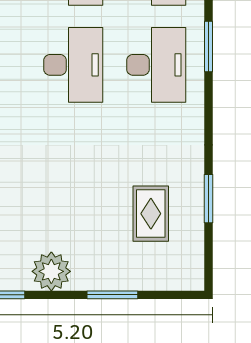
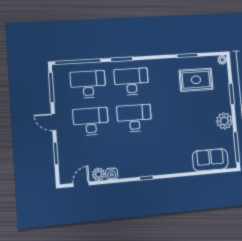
rug: (151, 214) -> (196, 80), width x1.36, depth x1.43
plant: (193, 280) -> (222, 60), added

